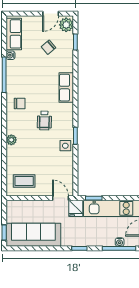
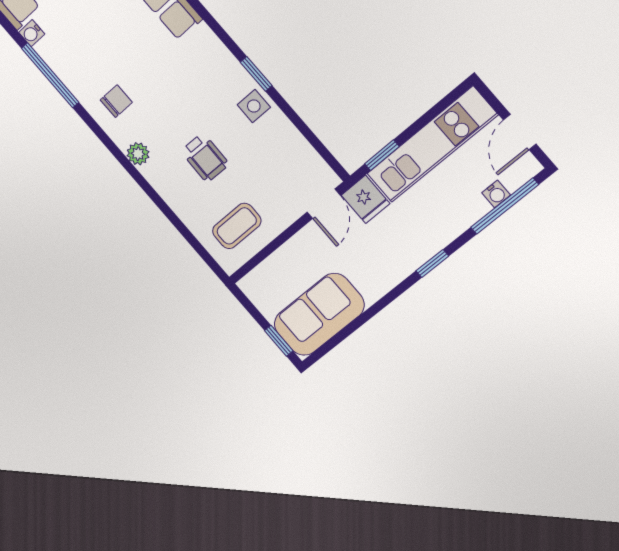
wheelchair: (44, 121) -> (205, 158), moved
plant: (11, 140) -> (138, 154), moved
door: (60, 198) -> (324, 204), swing flipped
sofa: (33, 235) -> (319, 315), width x0.73

